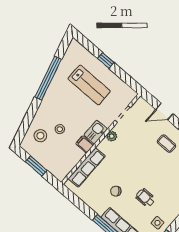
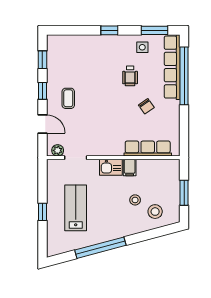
plant: (112, 136) -> (58, 150), moved

